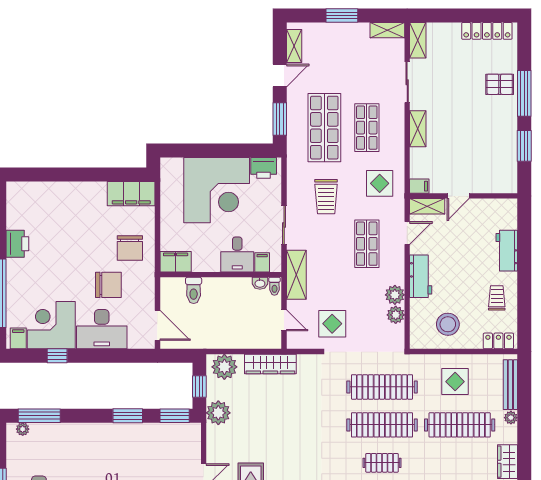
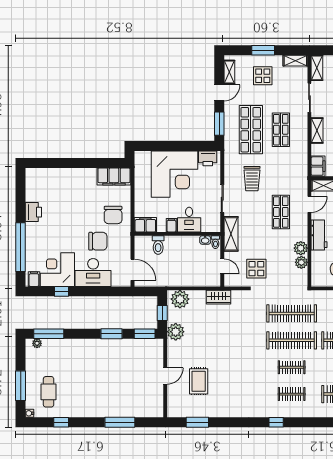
display table: (380, 183) -> (263, 76), moved
filing cabinet: (419, 186) -> (318, 166), width x2.00
filing cabinet: (262, 262) -> (171, 225), moved
wardrobe: (270, 364) -> (219, 297), width x0.67

